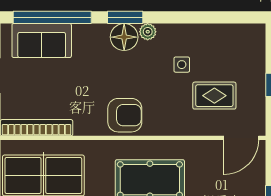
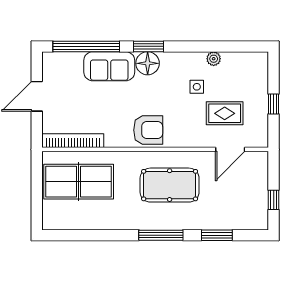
plant: (148, 32) -> (214, 59), moved
sofa: (42, 41) -> (109, 66), moved
door: (241, 138) -> (230, 149), moved

